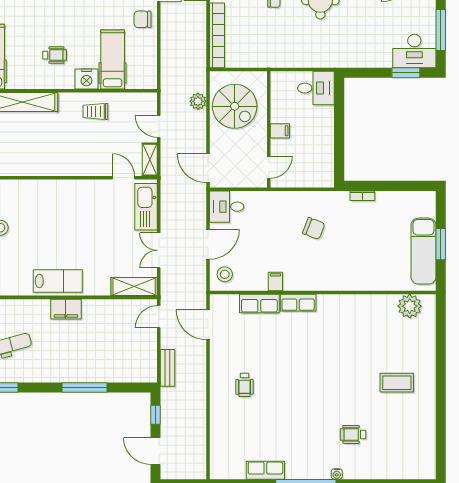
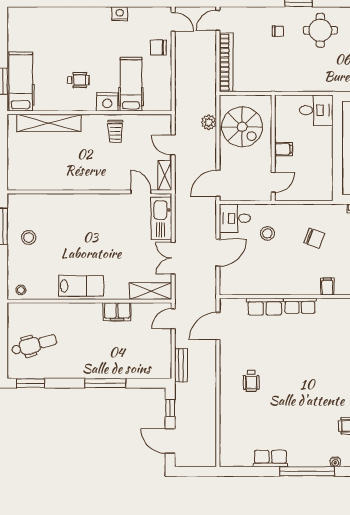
trolley: (95, 111) -> (115, 131), turned -90
door: (208, 168) -> (218, 183), hinge flipped
stool: (225, 274) -> (267, 233), moved
filing cabinet: (275, 281) -> (327, 286), moved
filing cabinet: (66, 309) -> (117, 312), moved
door: (208, 325) -> (218, 326), hinge flipped

